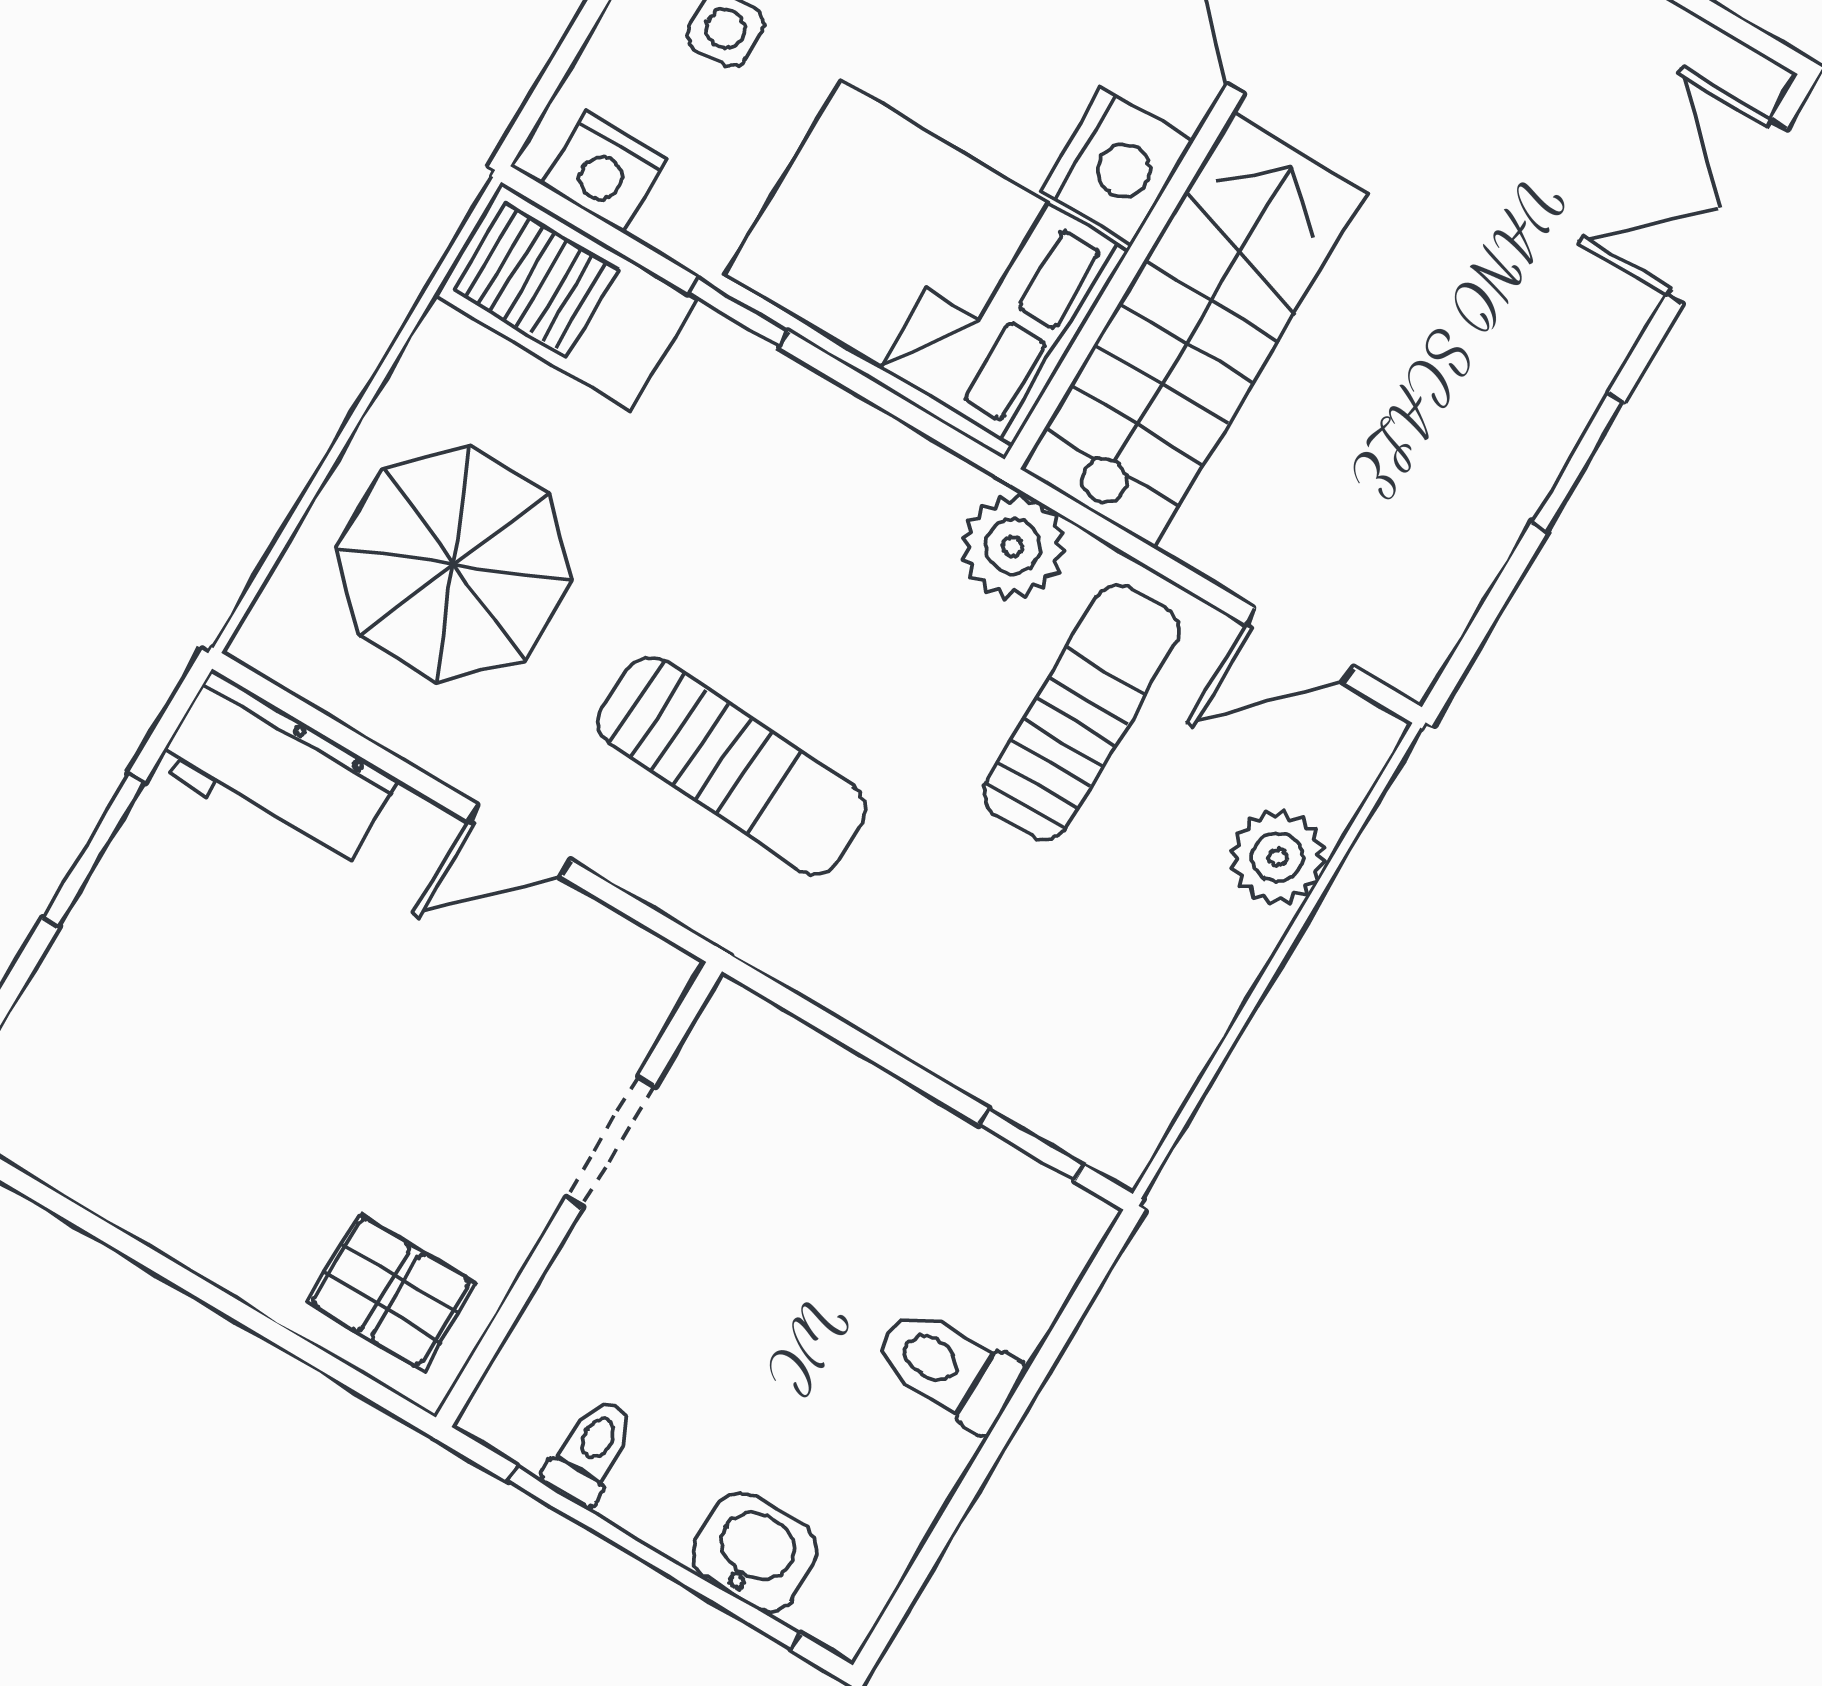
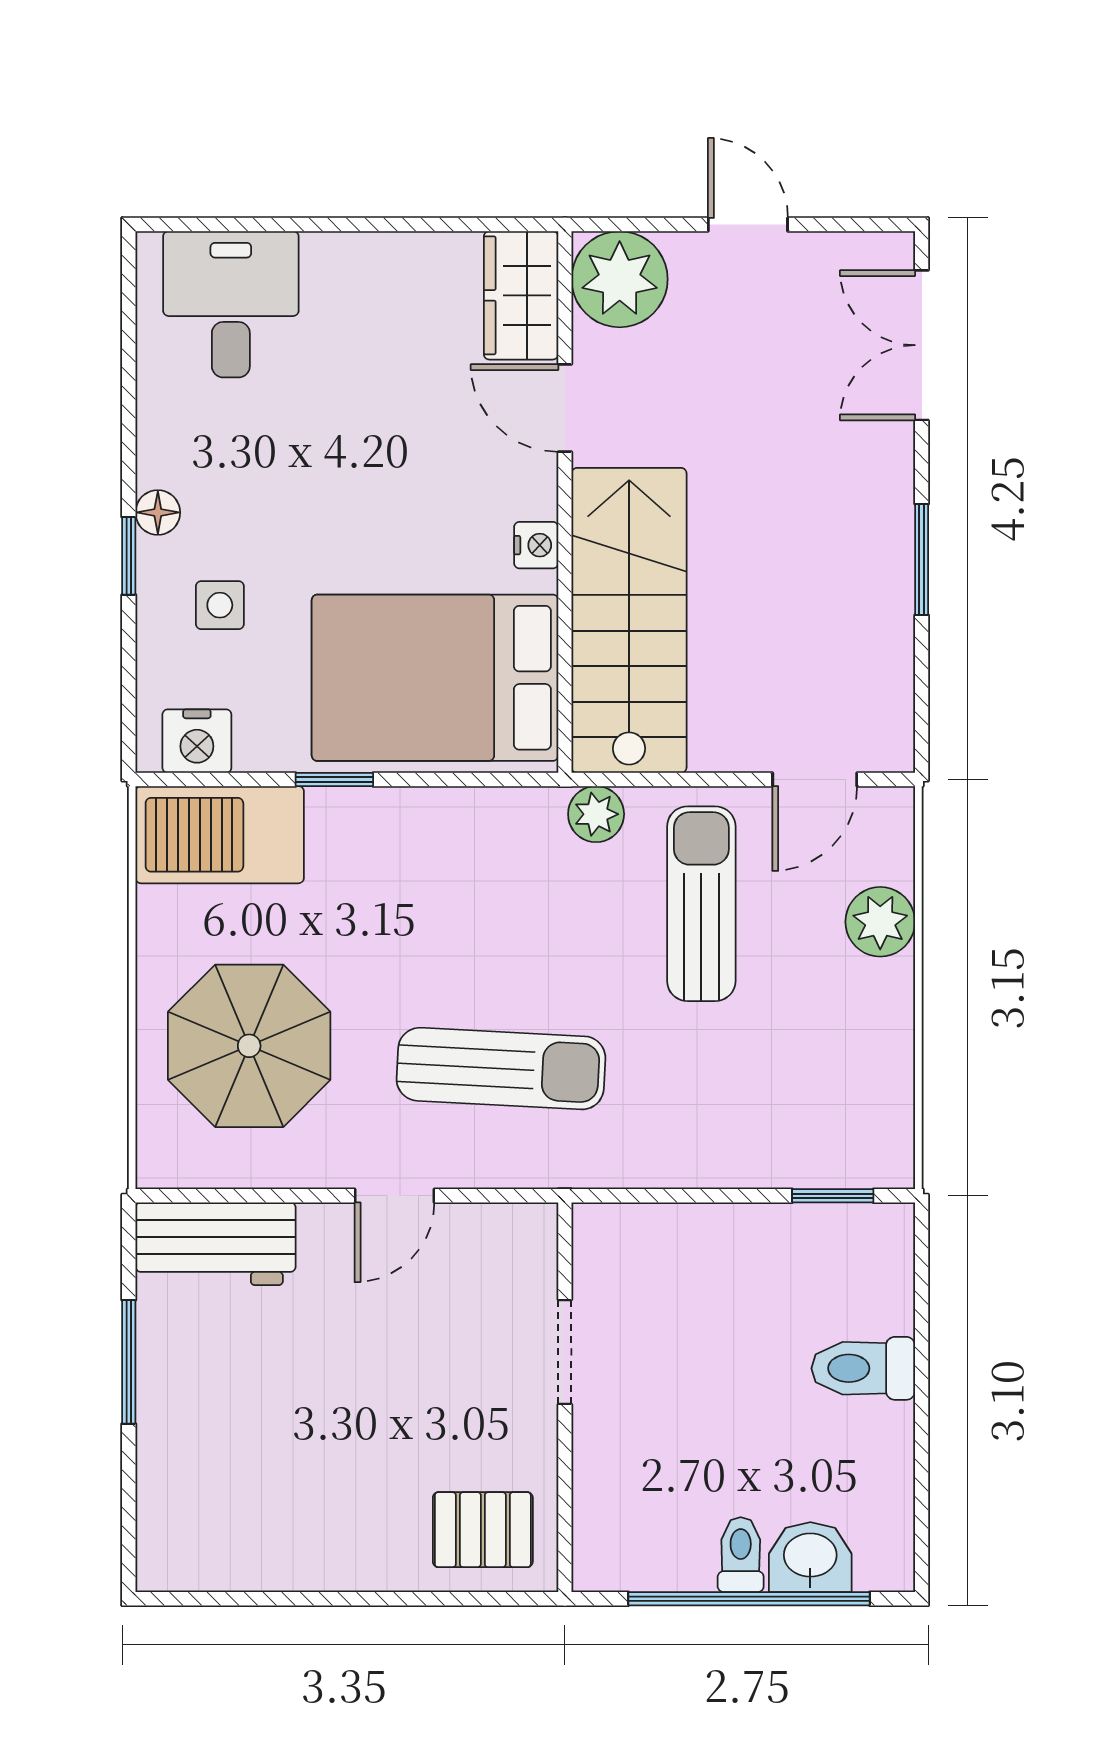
nightstand: (1116, 166) -> (536, 545), width x0.53, depth x0.56
plant: (1013, 546) -> (596, 814), width x0.73, depth x0.73
toilet: (591, 1450) -> (741, 1555), moved

